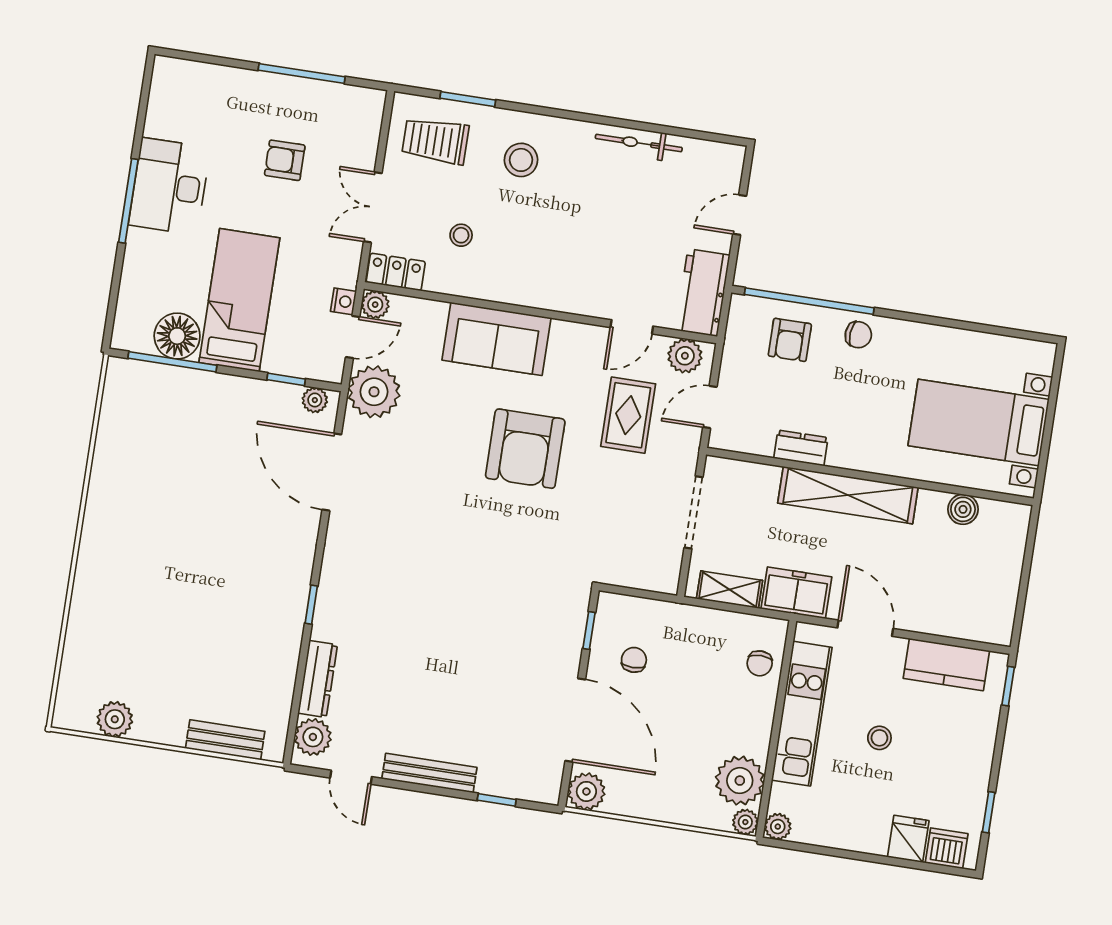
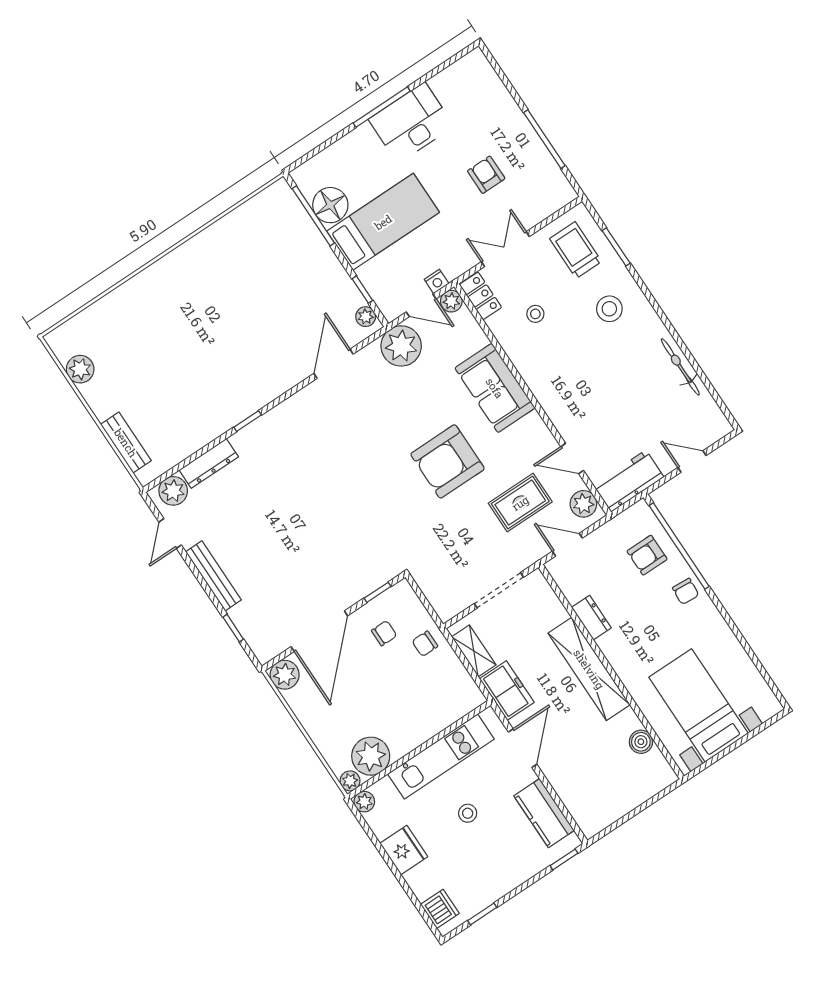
door: (332, 472) -> (334, 364), width x0.73
chair: (760, 663) -> (425, 644), moved
fridge: (908, 839) -> (404, 850), moved, width x1.38

